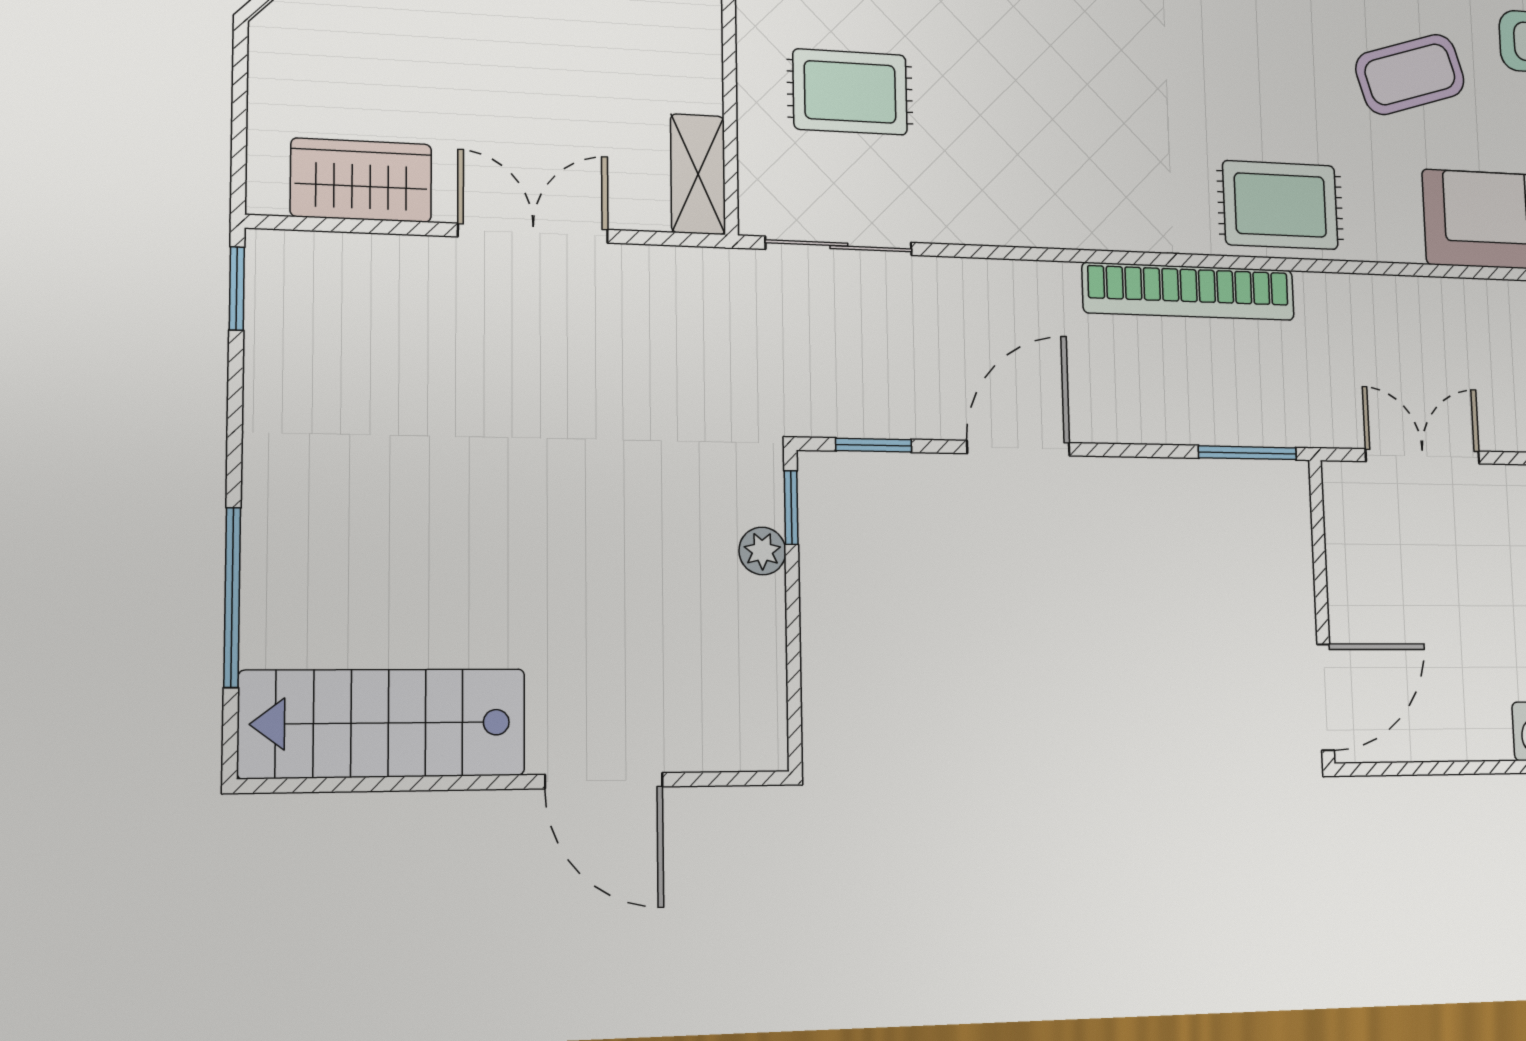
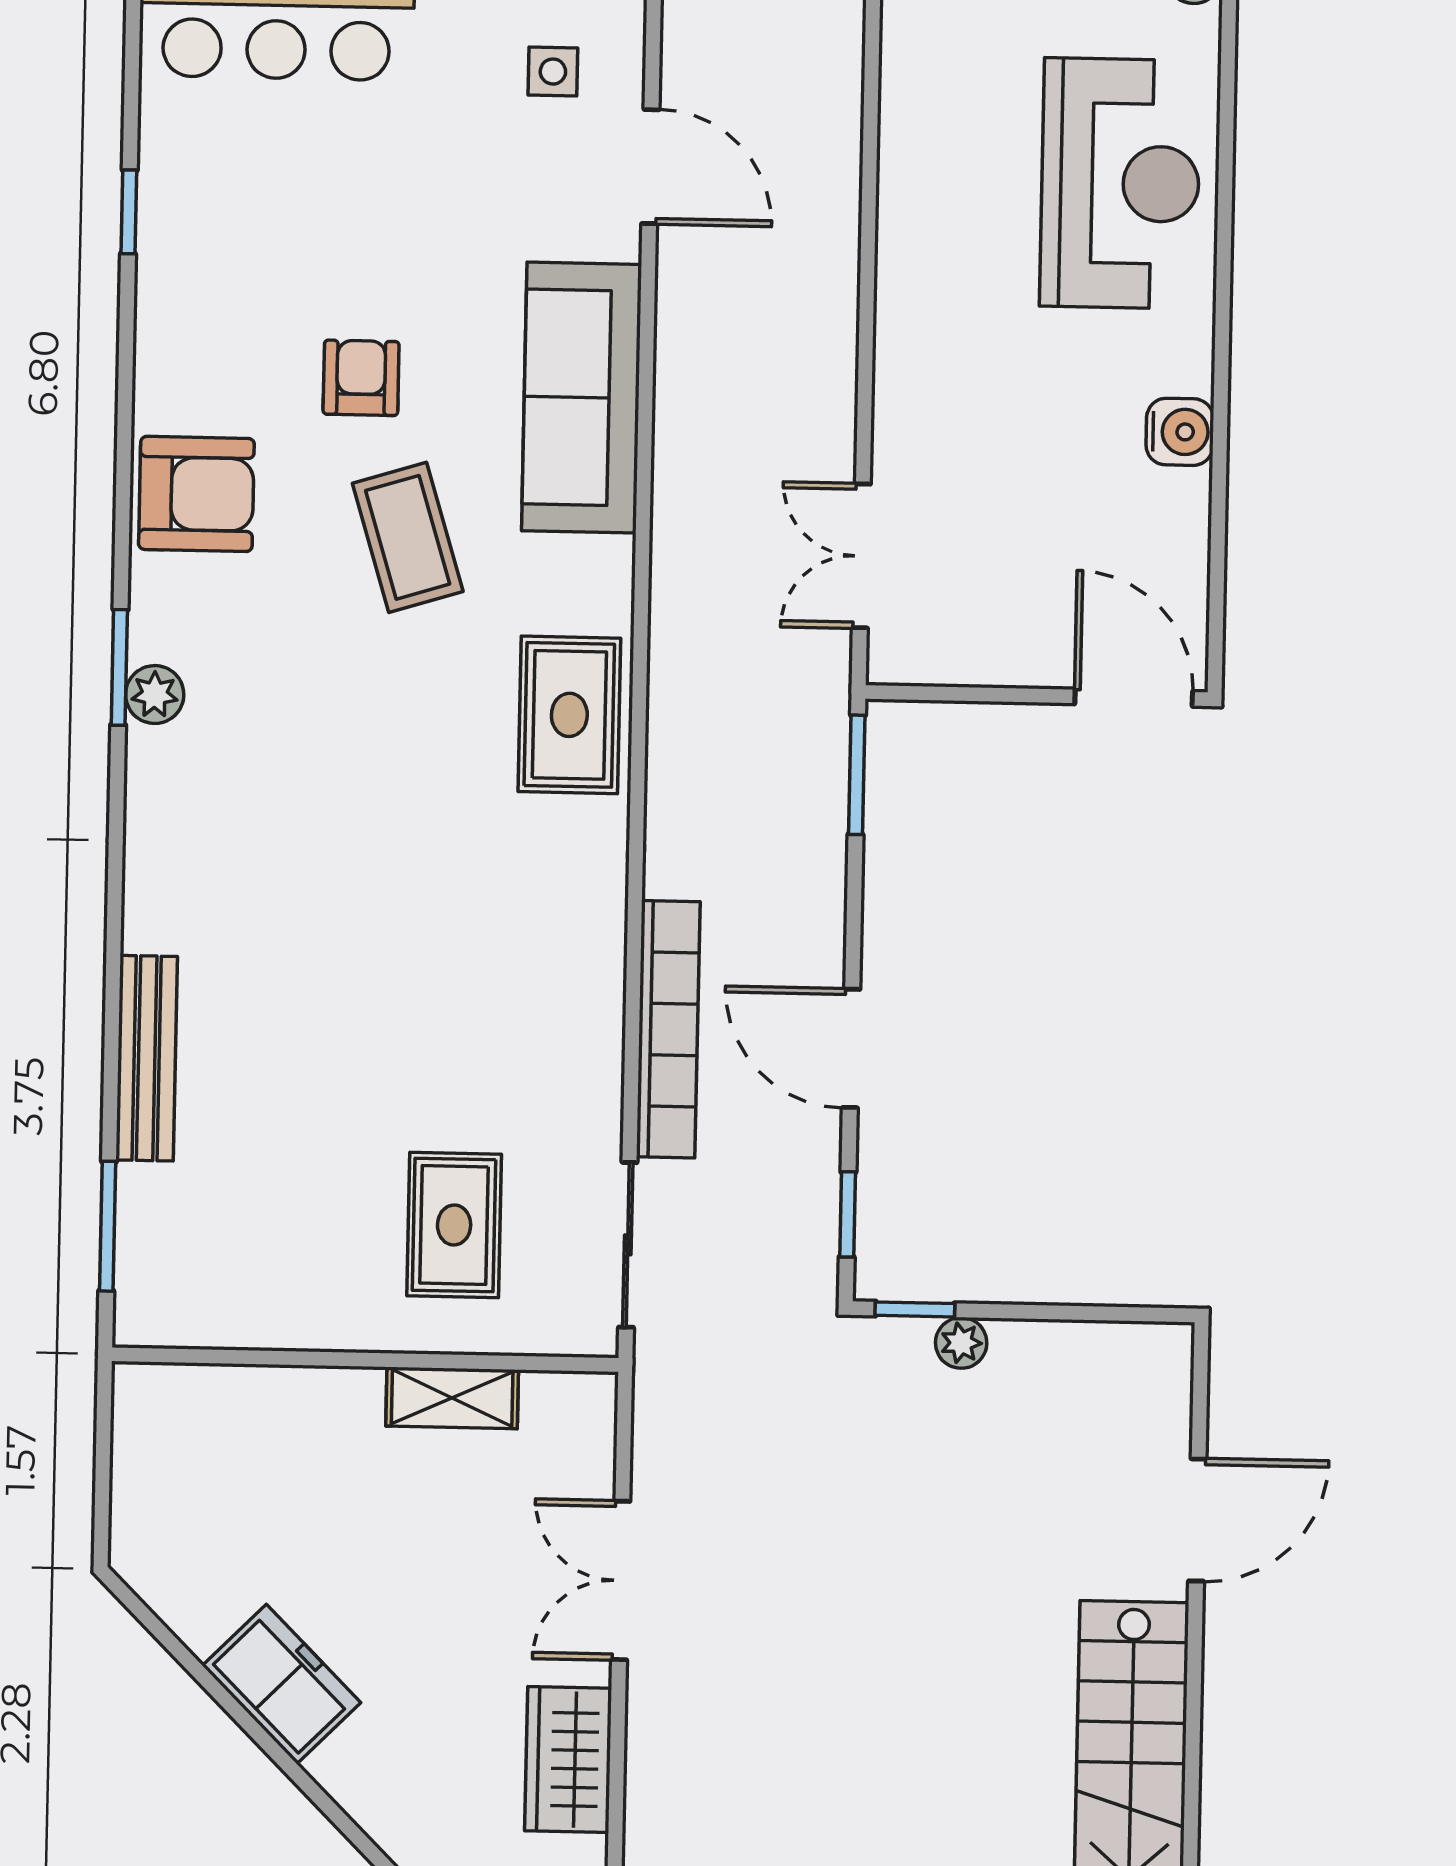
shelving: (698, 174) -> (452, 1398), moved
bookcase: (1189, 291) -> (668, 1029), moved

